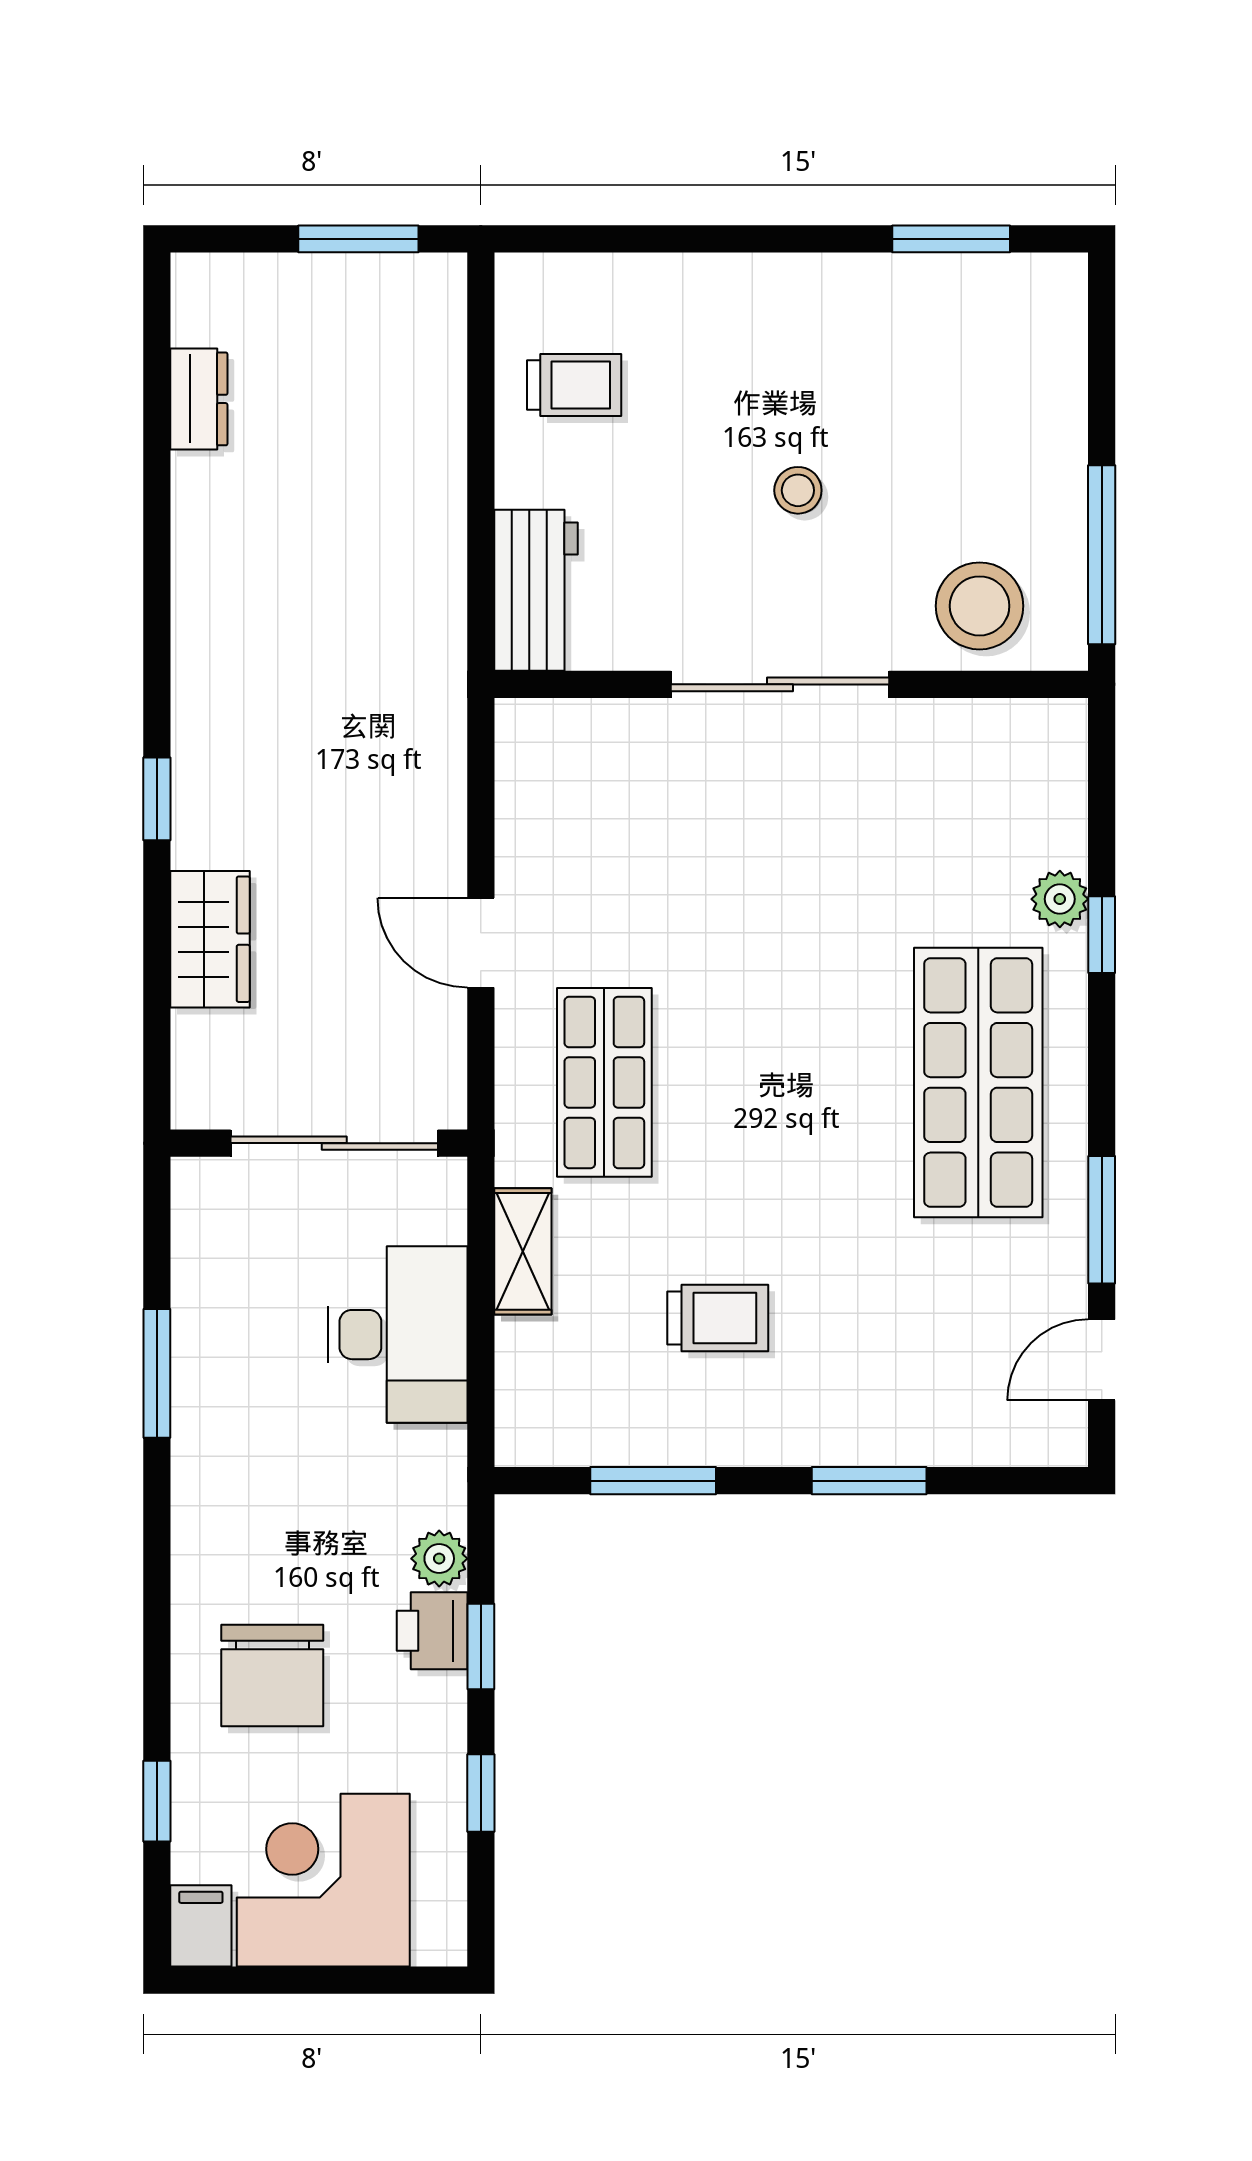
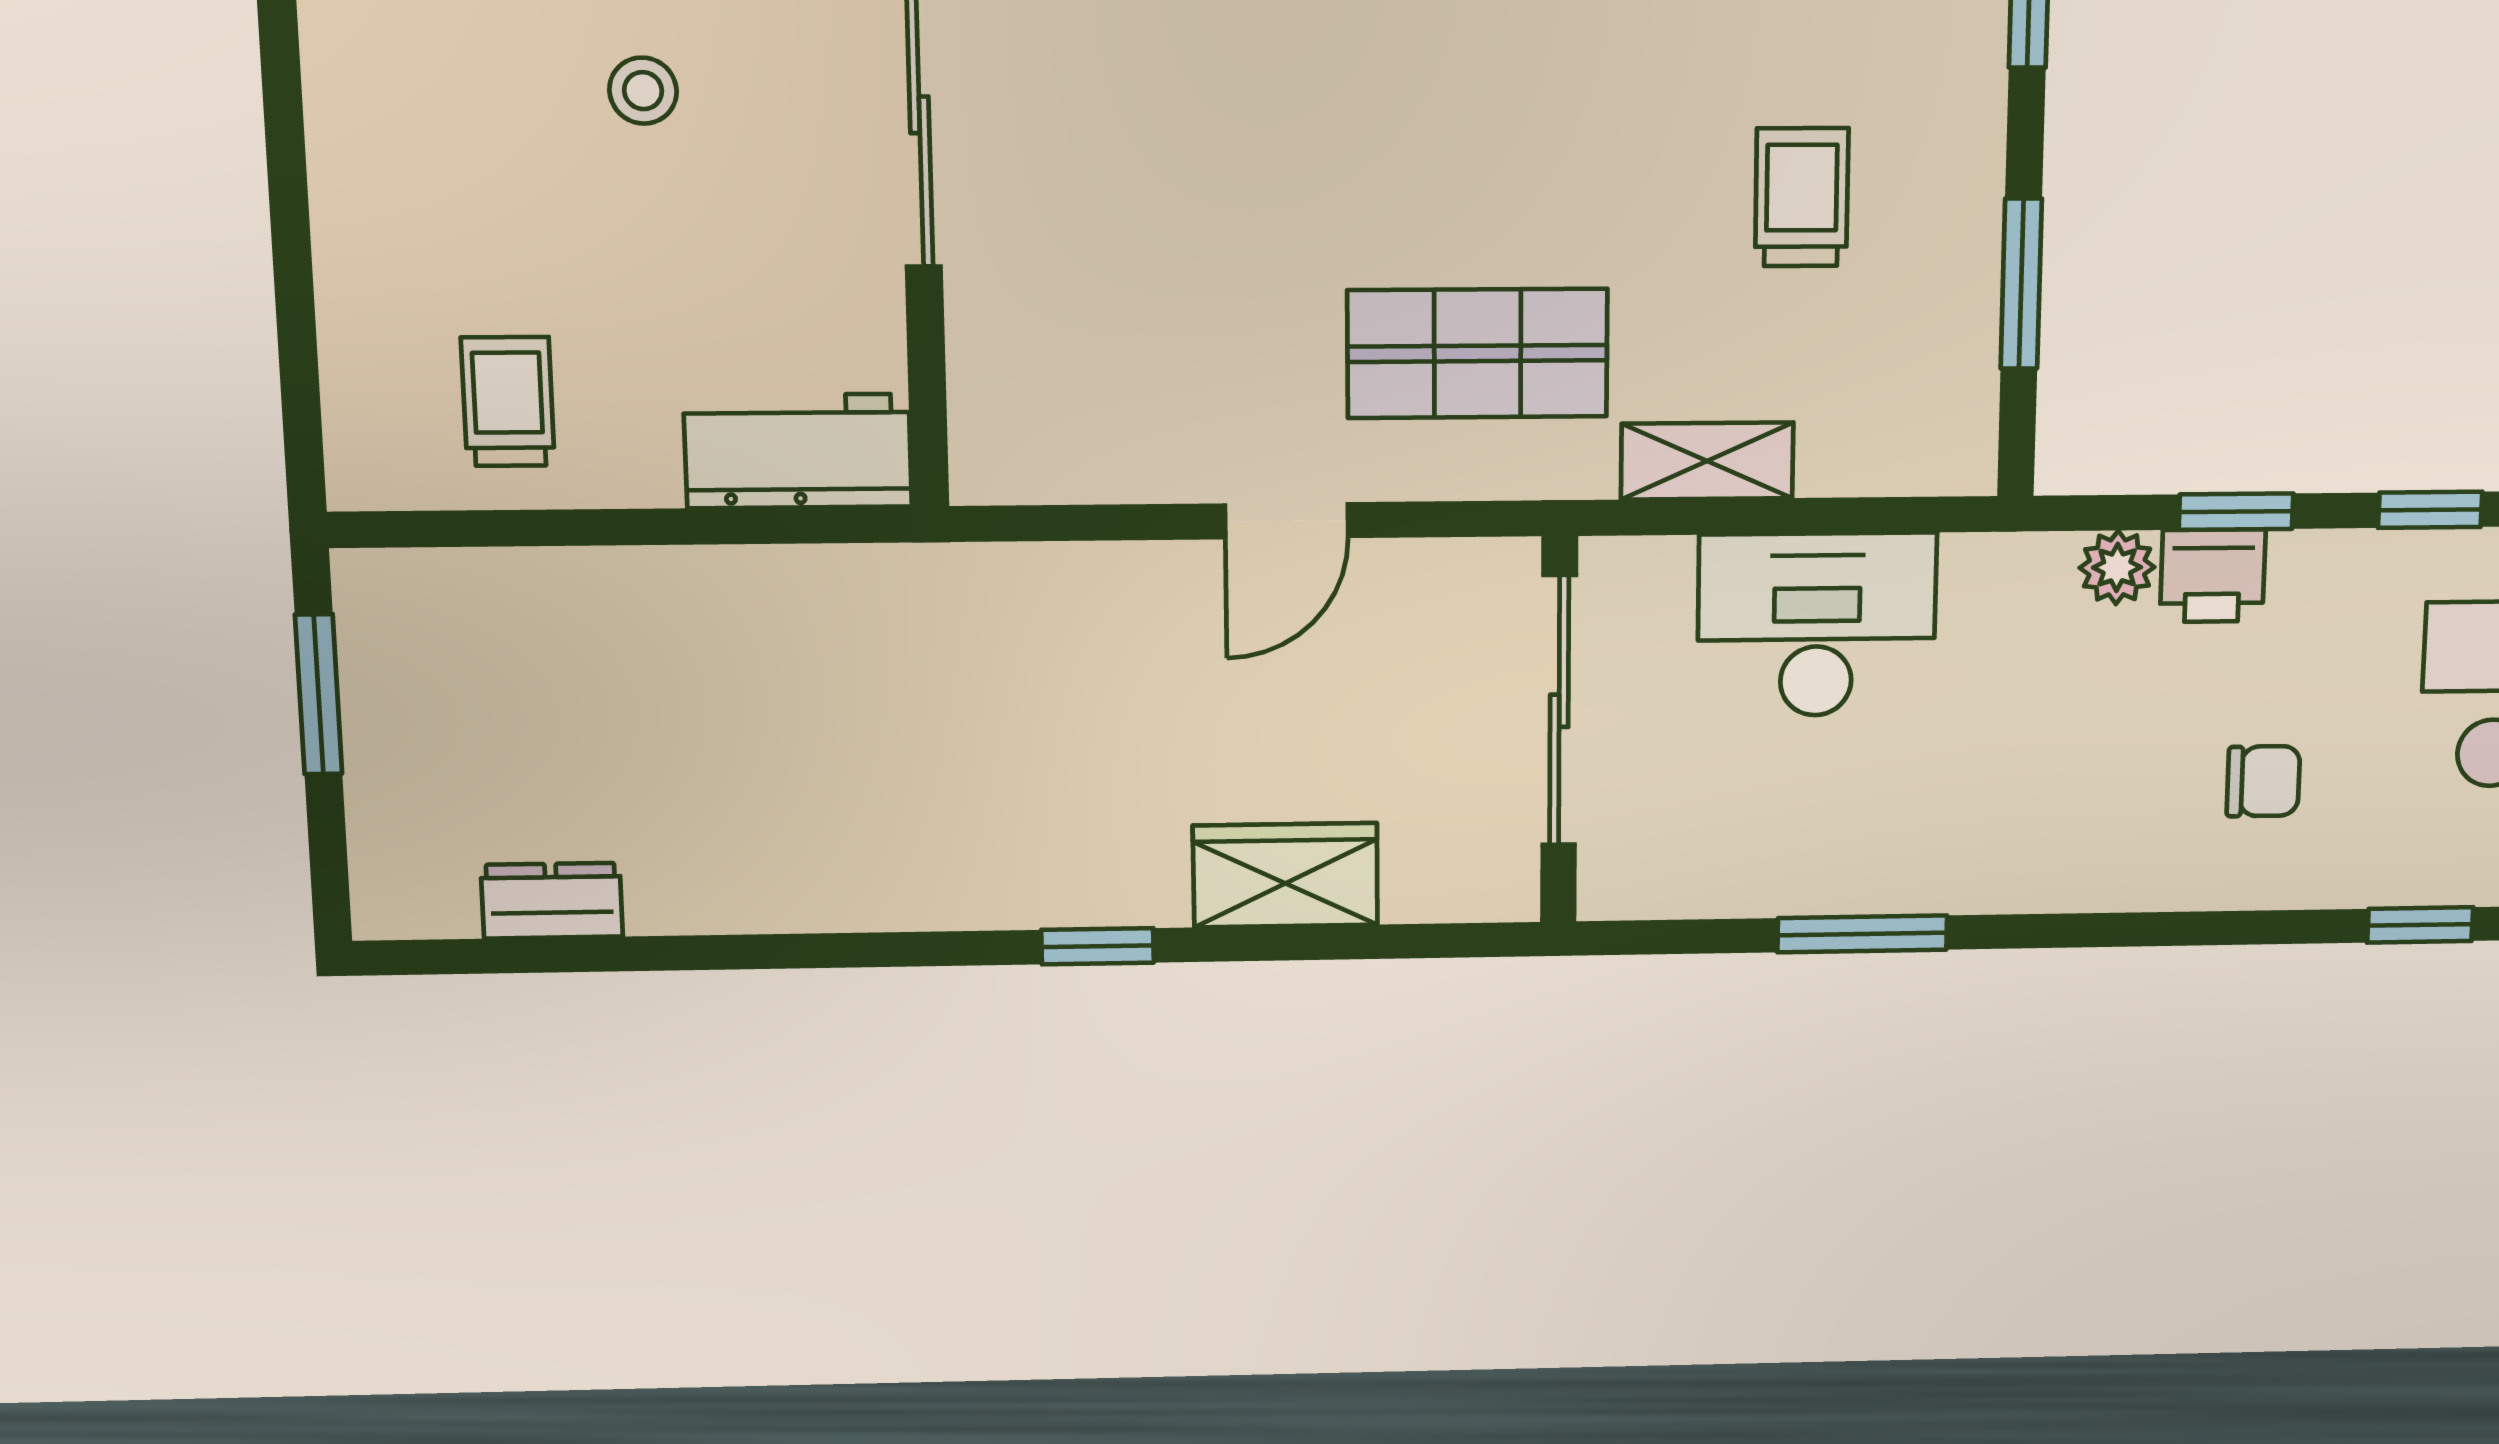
chair: (272, 1675) -> (2263, 781), width x0.54, depth x0.54

